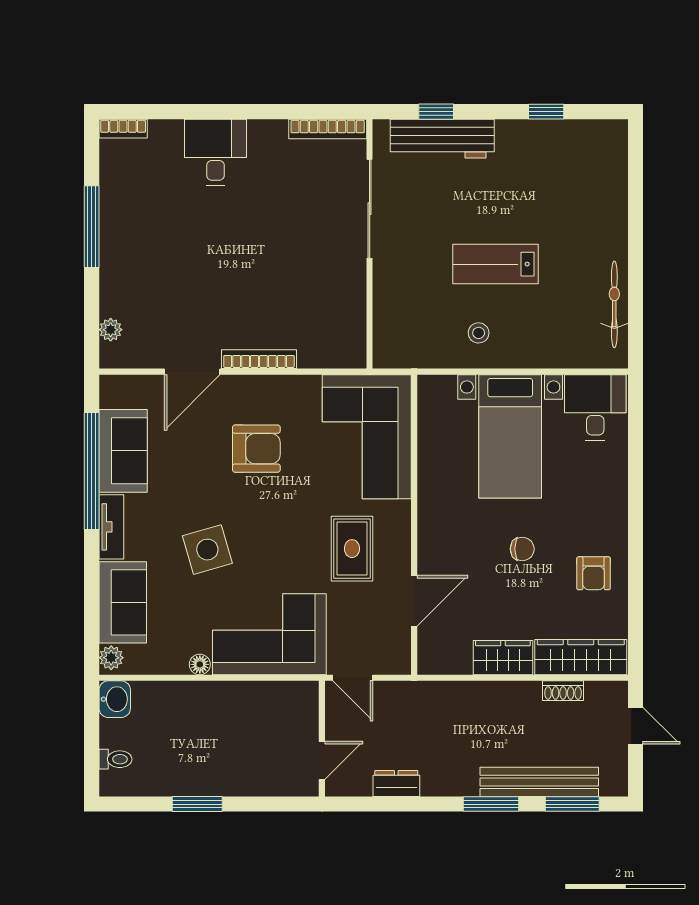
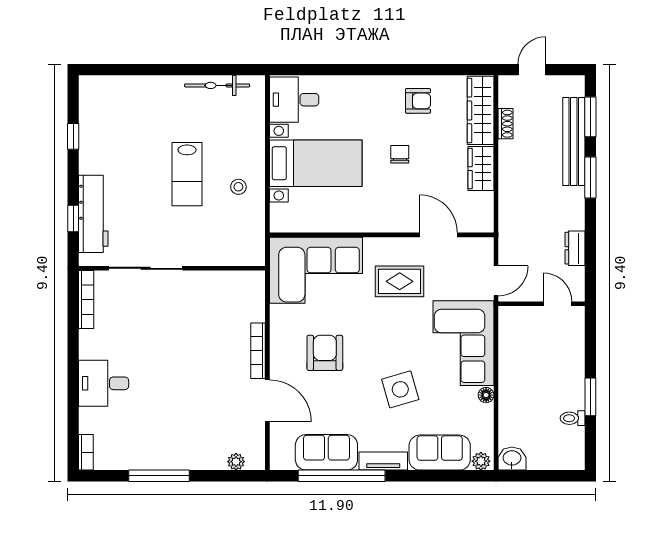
toilet: (115, 759) -> (573, 418), moved, turned -90

